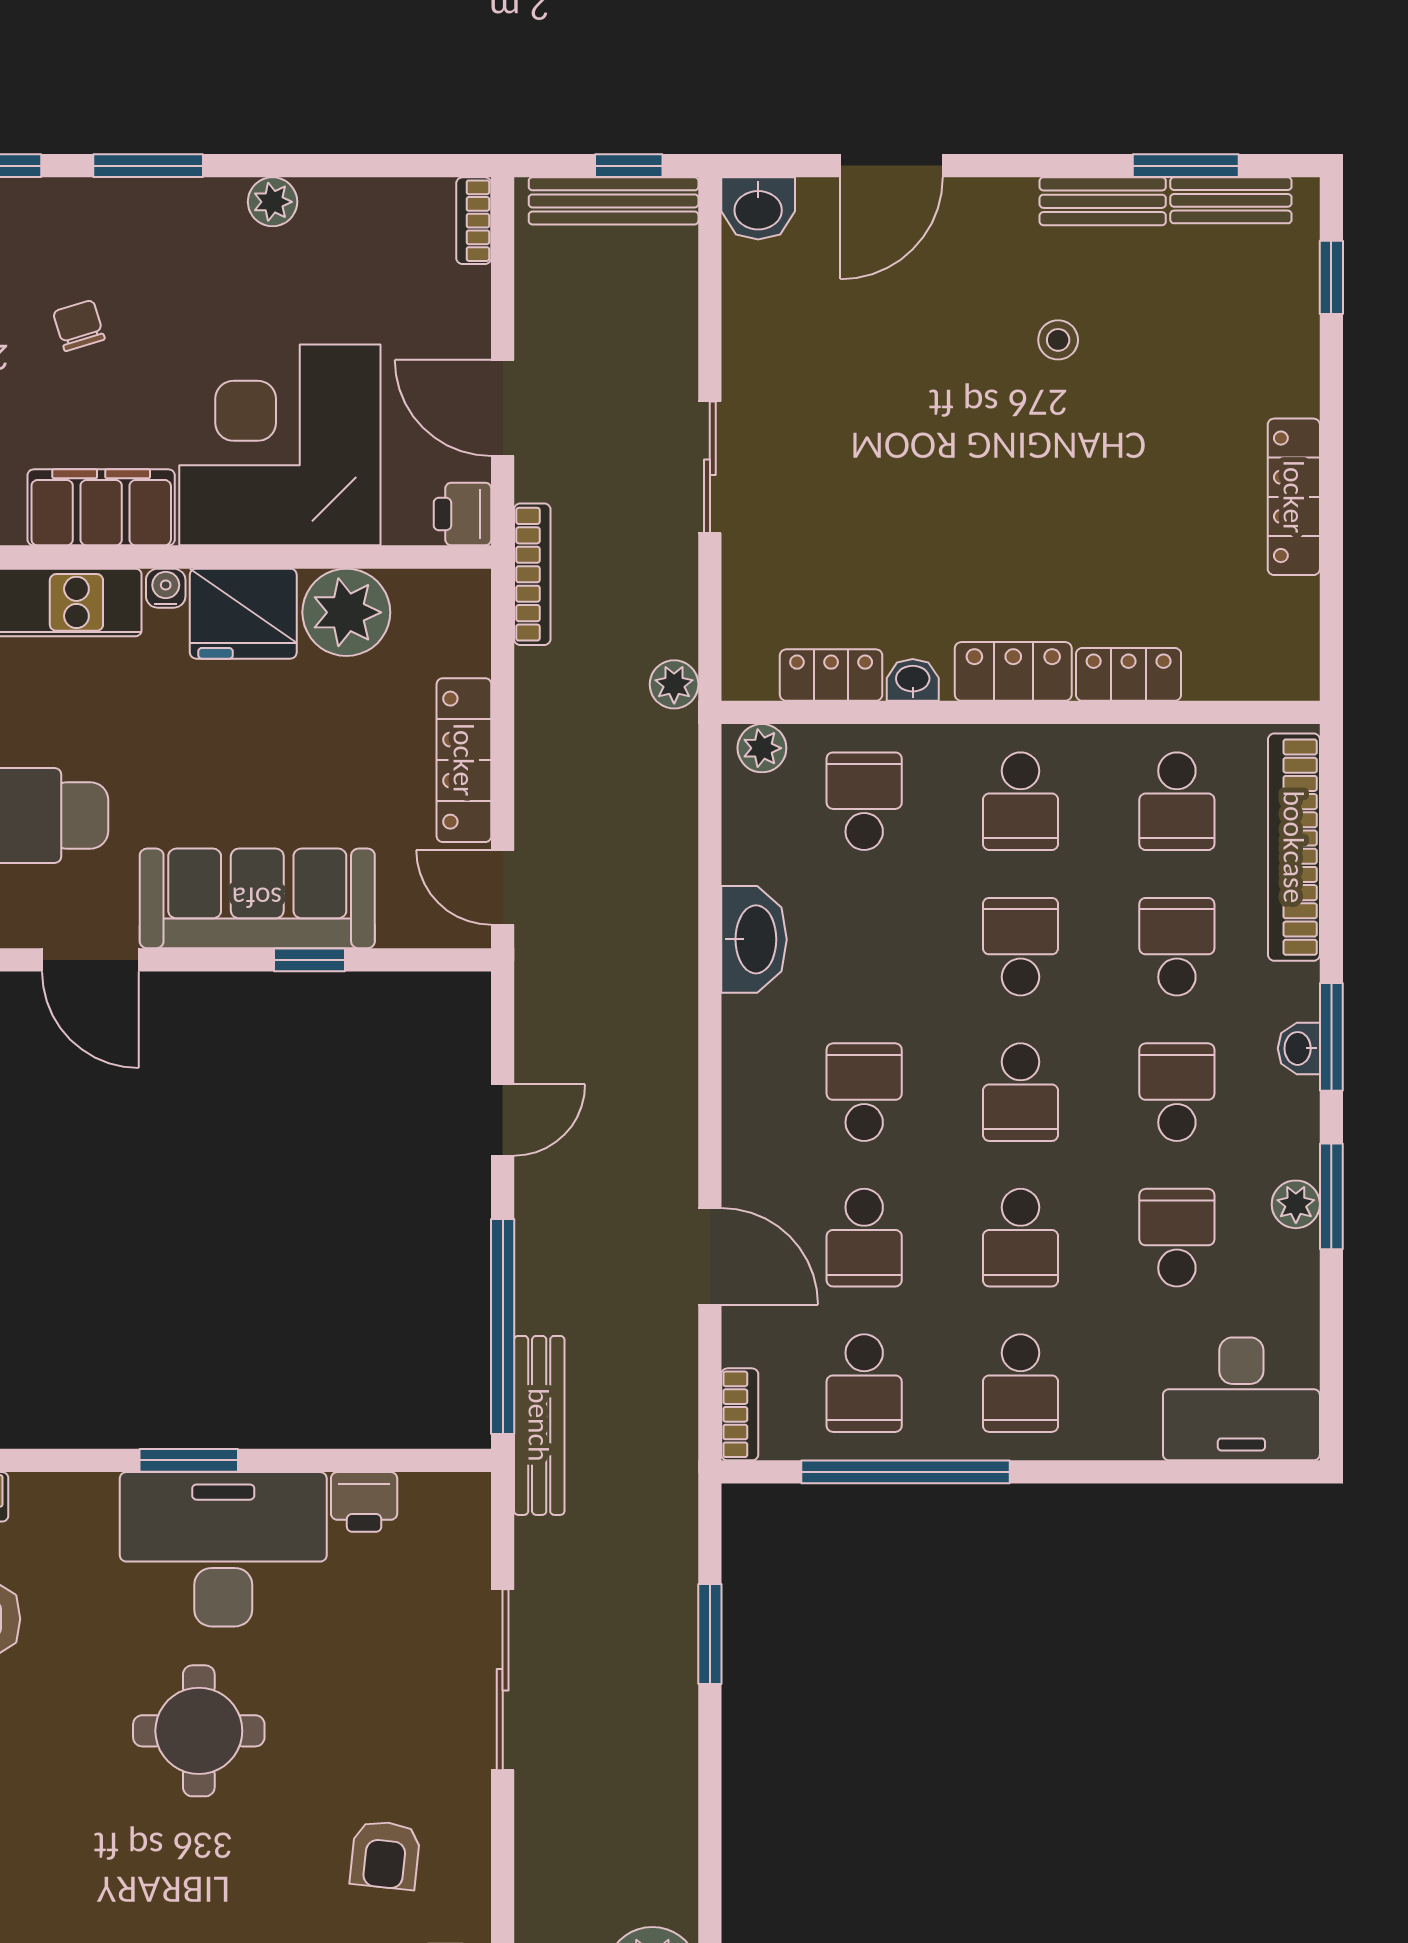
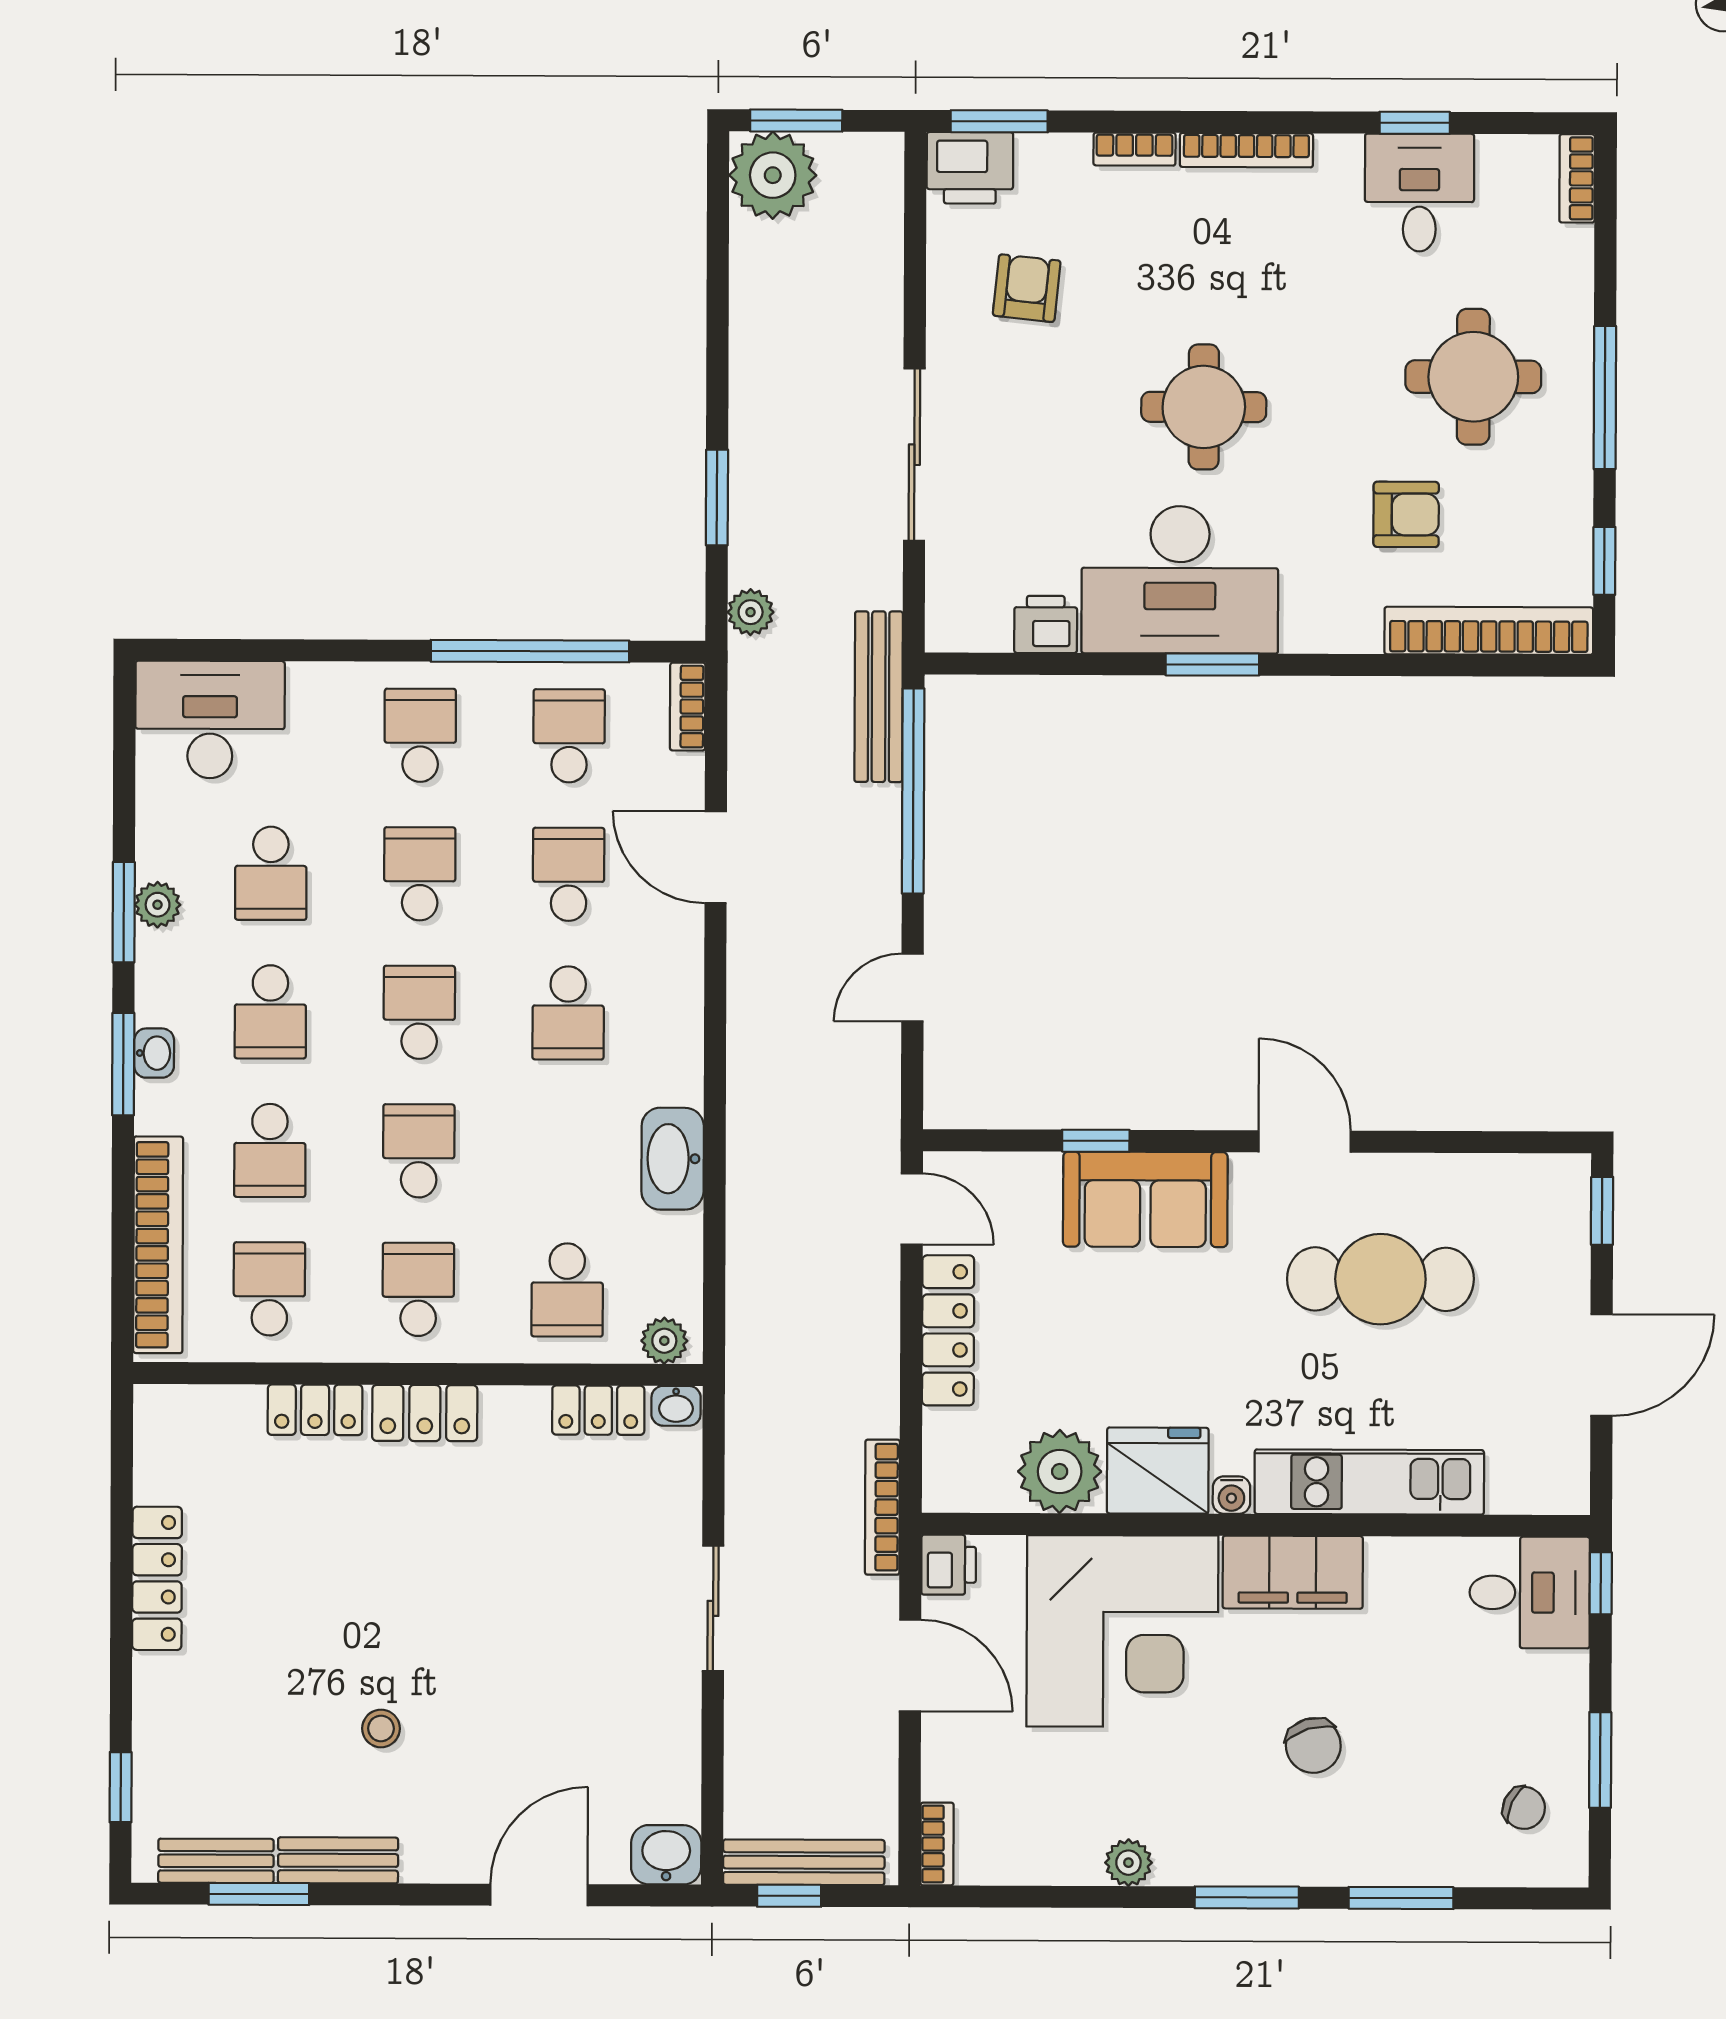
chair: (79, 326) -> (1313, 1745), width x1.37, depth x1.37
washbasin: (913, 680) -> (676, 1406), moved
plant: (674, 684) -> (751, 612), moved
sofa: (257, 898) -> (1145, 1199), width x0.73
school desk: (1021, 947) -> (419, 1151), turned 180

